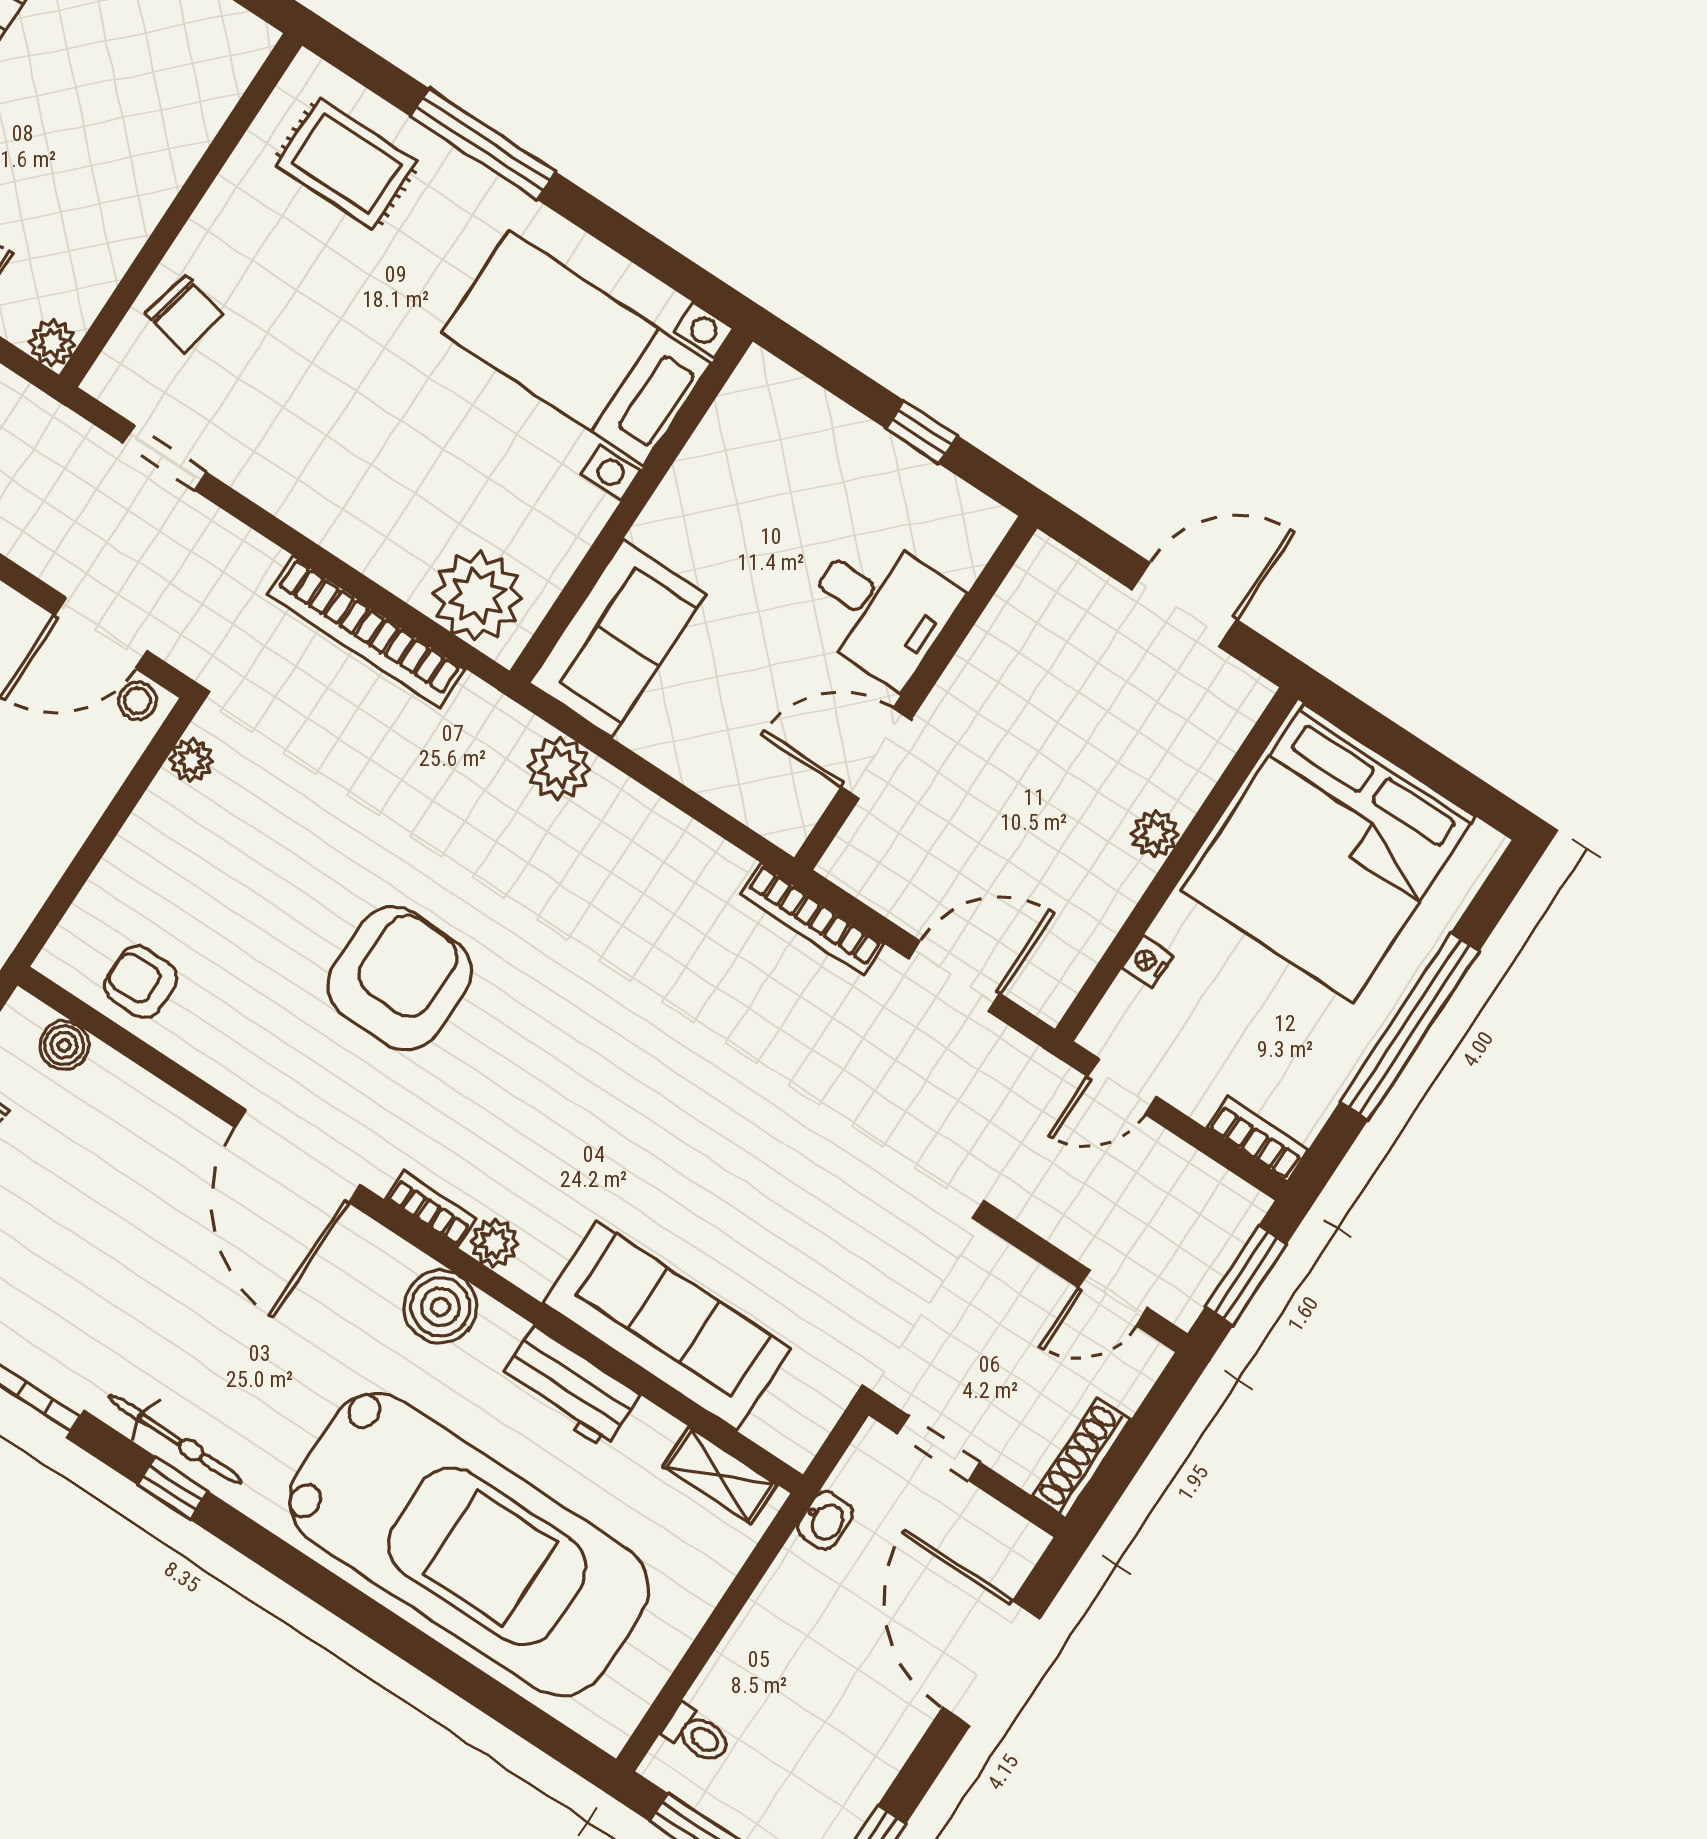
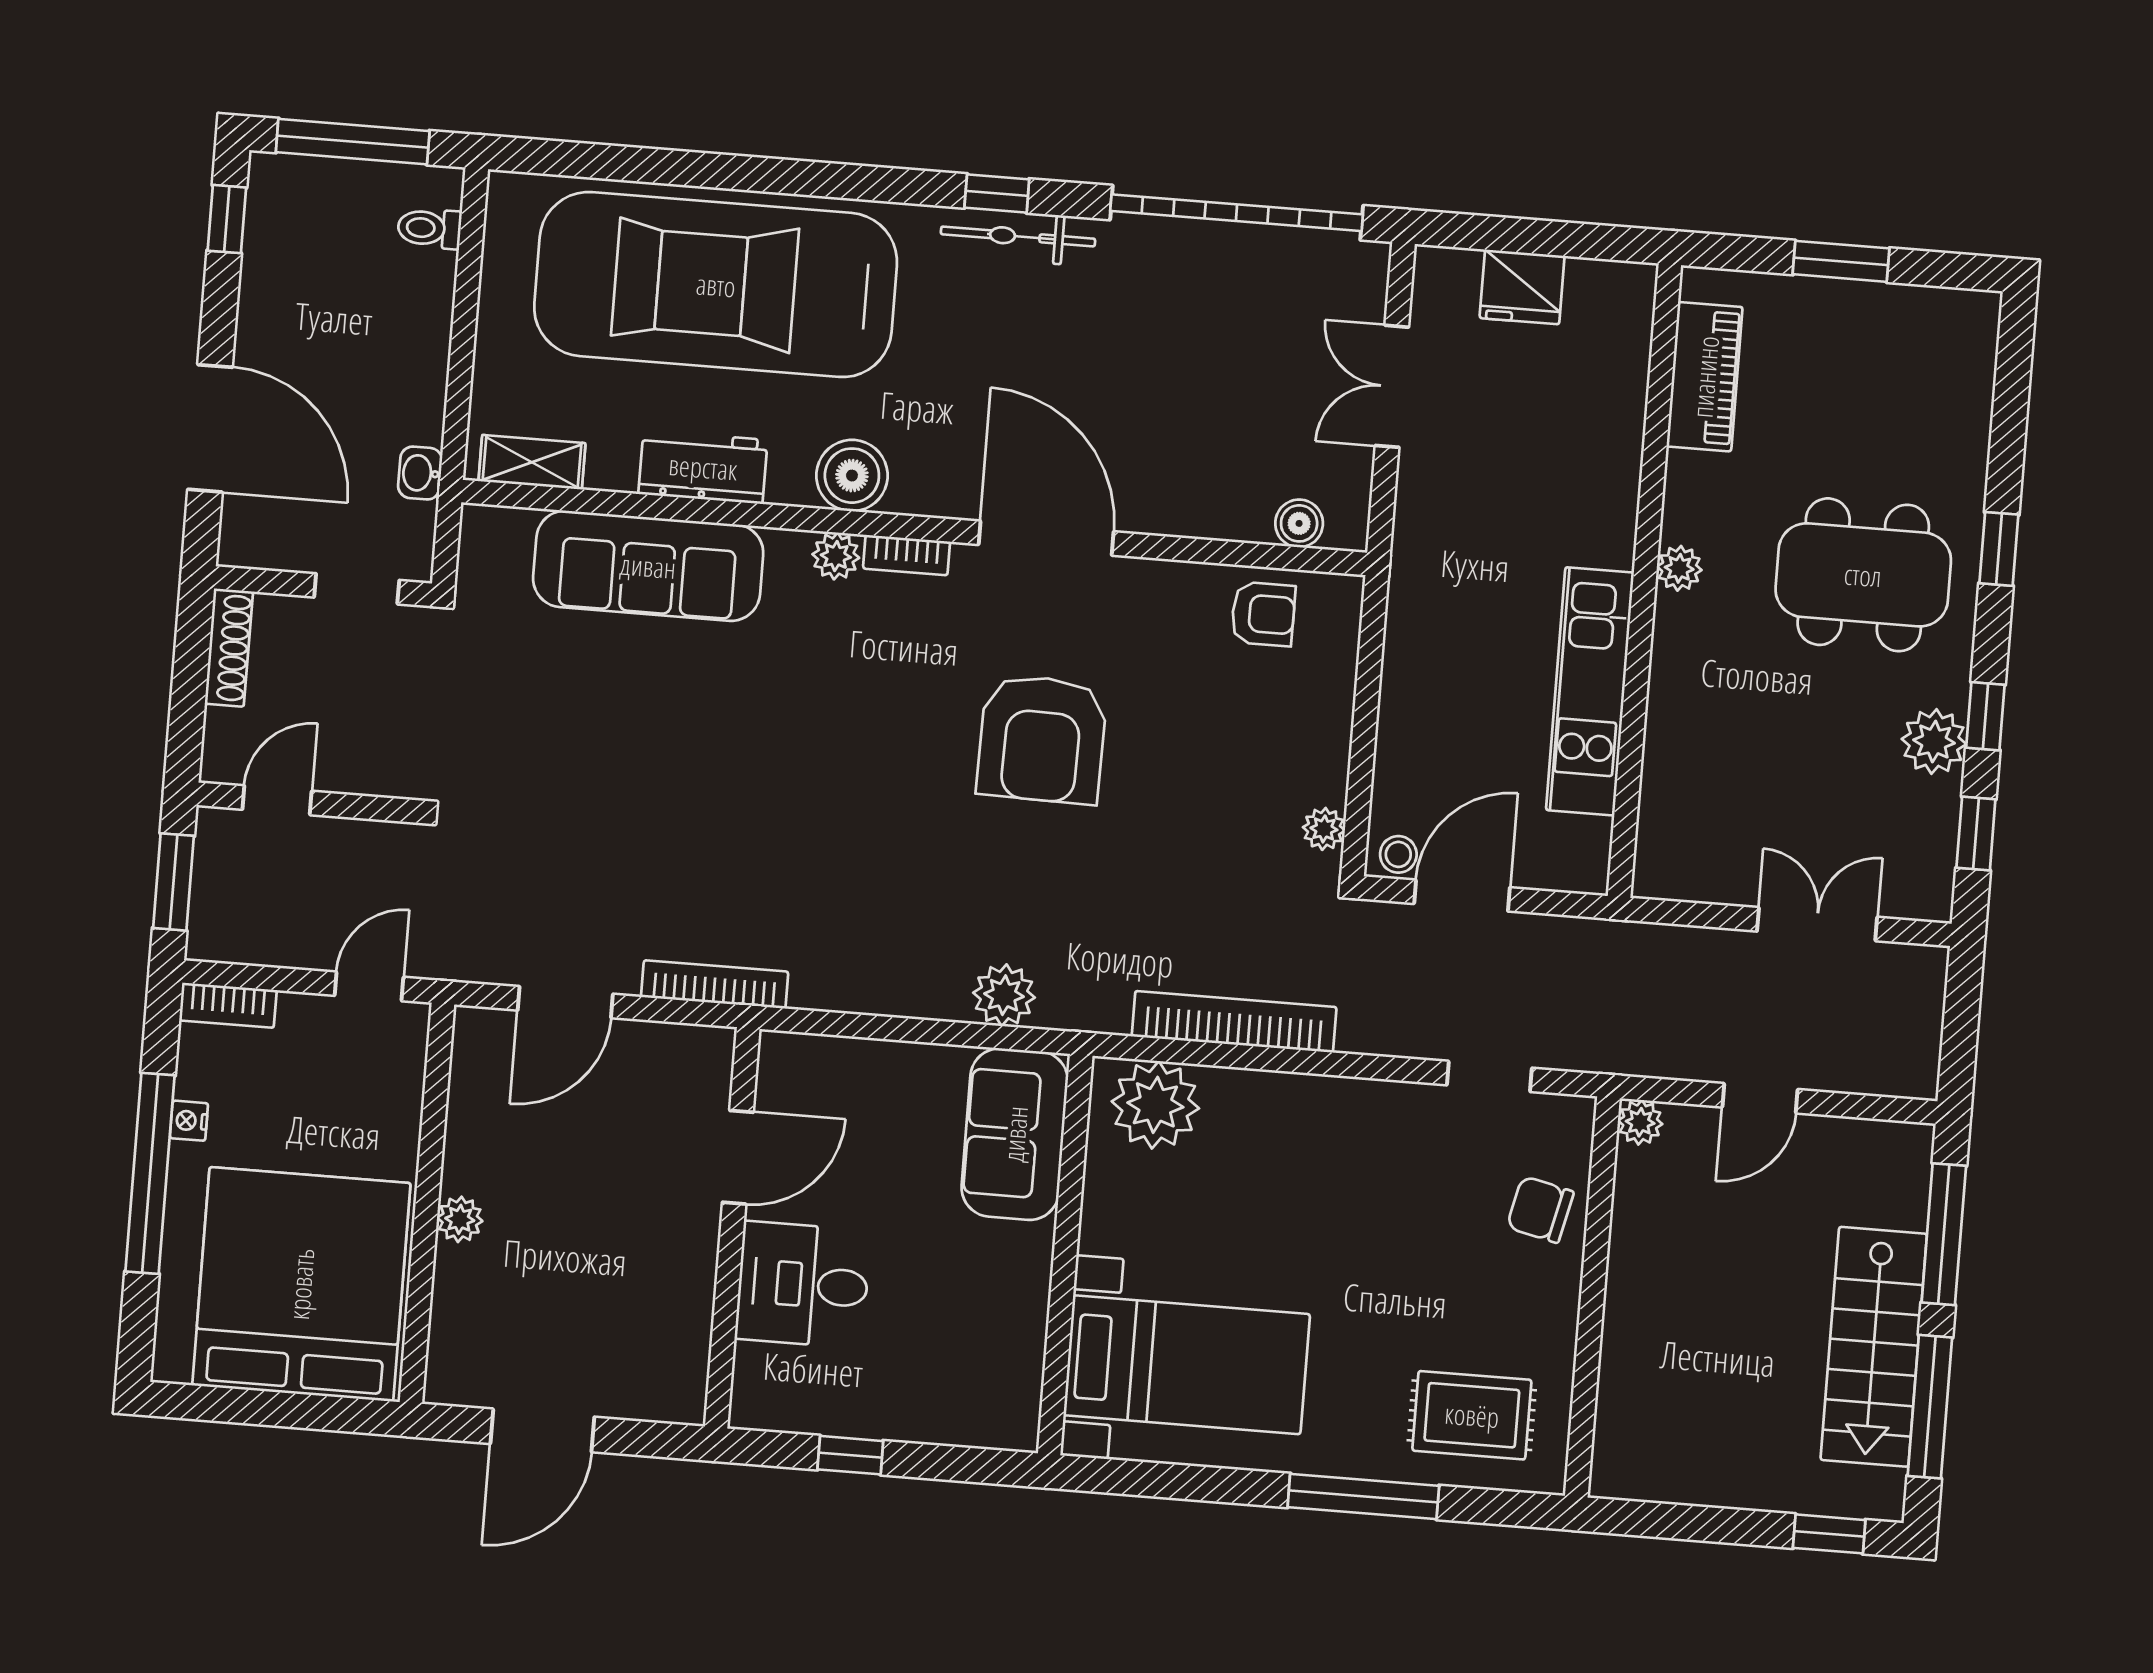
nightstand: (1148, 962) -> (189, 1121), moved, turned 180

